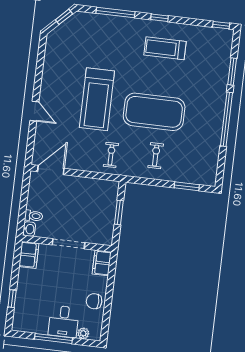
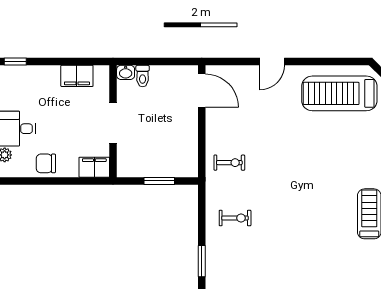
treadmill: (97, 99) -> (339, 93), moved
exercise mat: (154, 112) -> (289, 210), removed
filing cabinet: (29, 255) -> (77, 76), moved
window: (12, 299) -> (15, 62), moved
chair: (94, 301) -> (46, 163), turned -90

